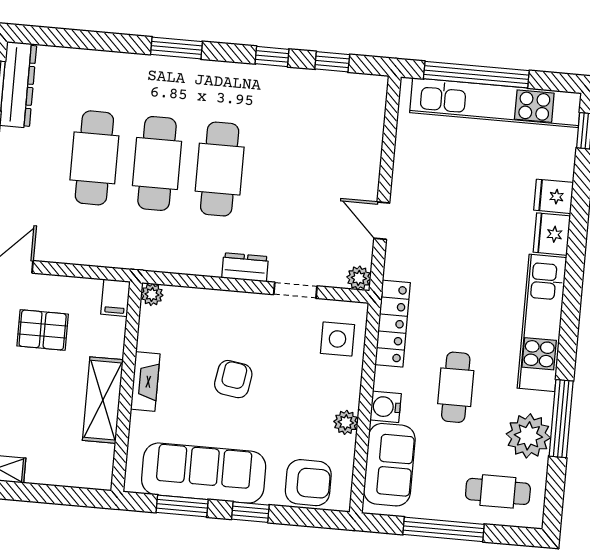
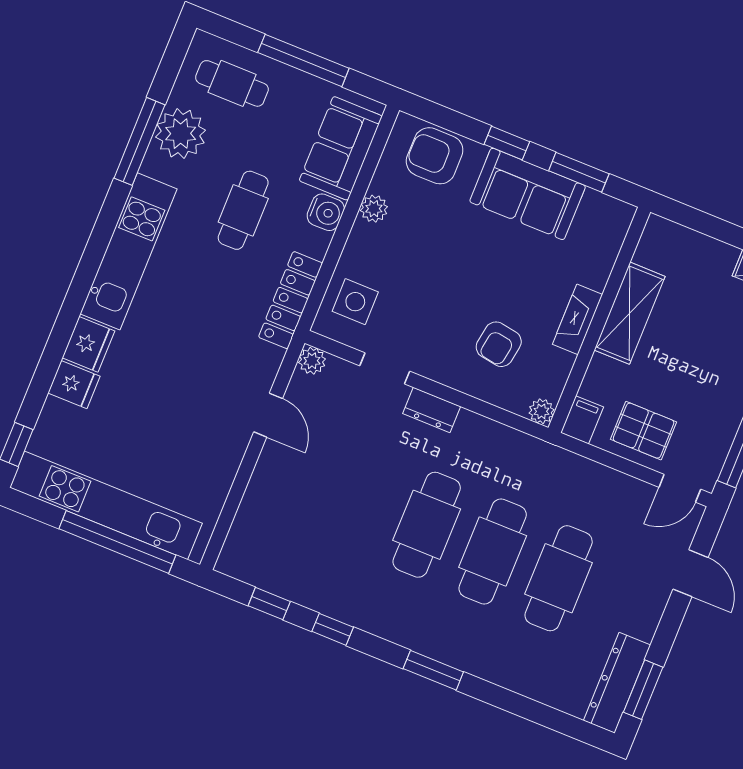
pallet: (43, 330) -> (644, 431), moved
armchair: (233, 379) -> (499, 344), moved
sofa: (204, 473) -> (528, 194), width x0.73

